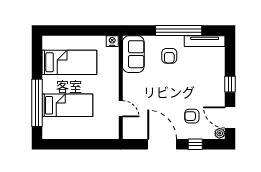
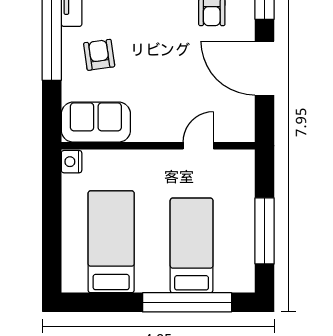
armchair: (169, 56) -> (99, 55), turned -98
window: (75, 144) -> (265, 231), added
door: (162, 144) -> (265, 68), hinge flipped

